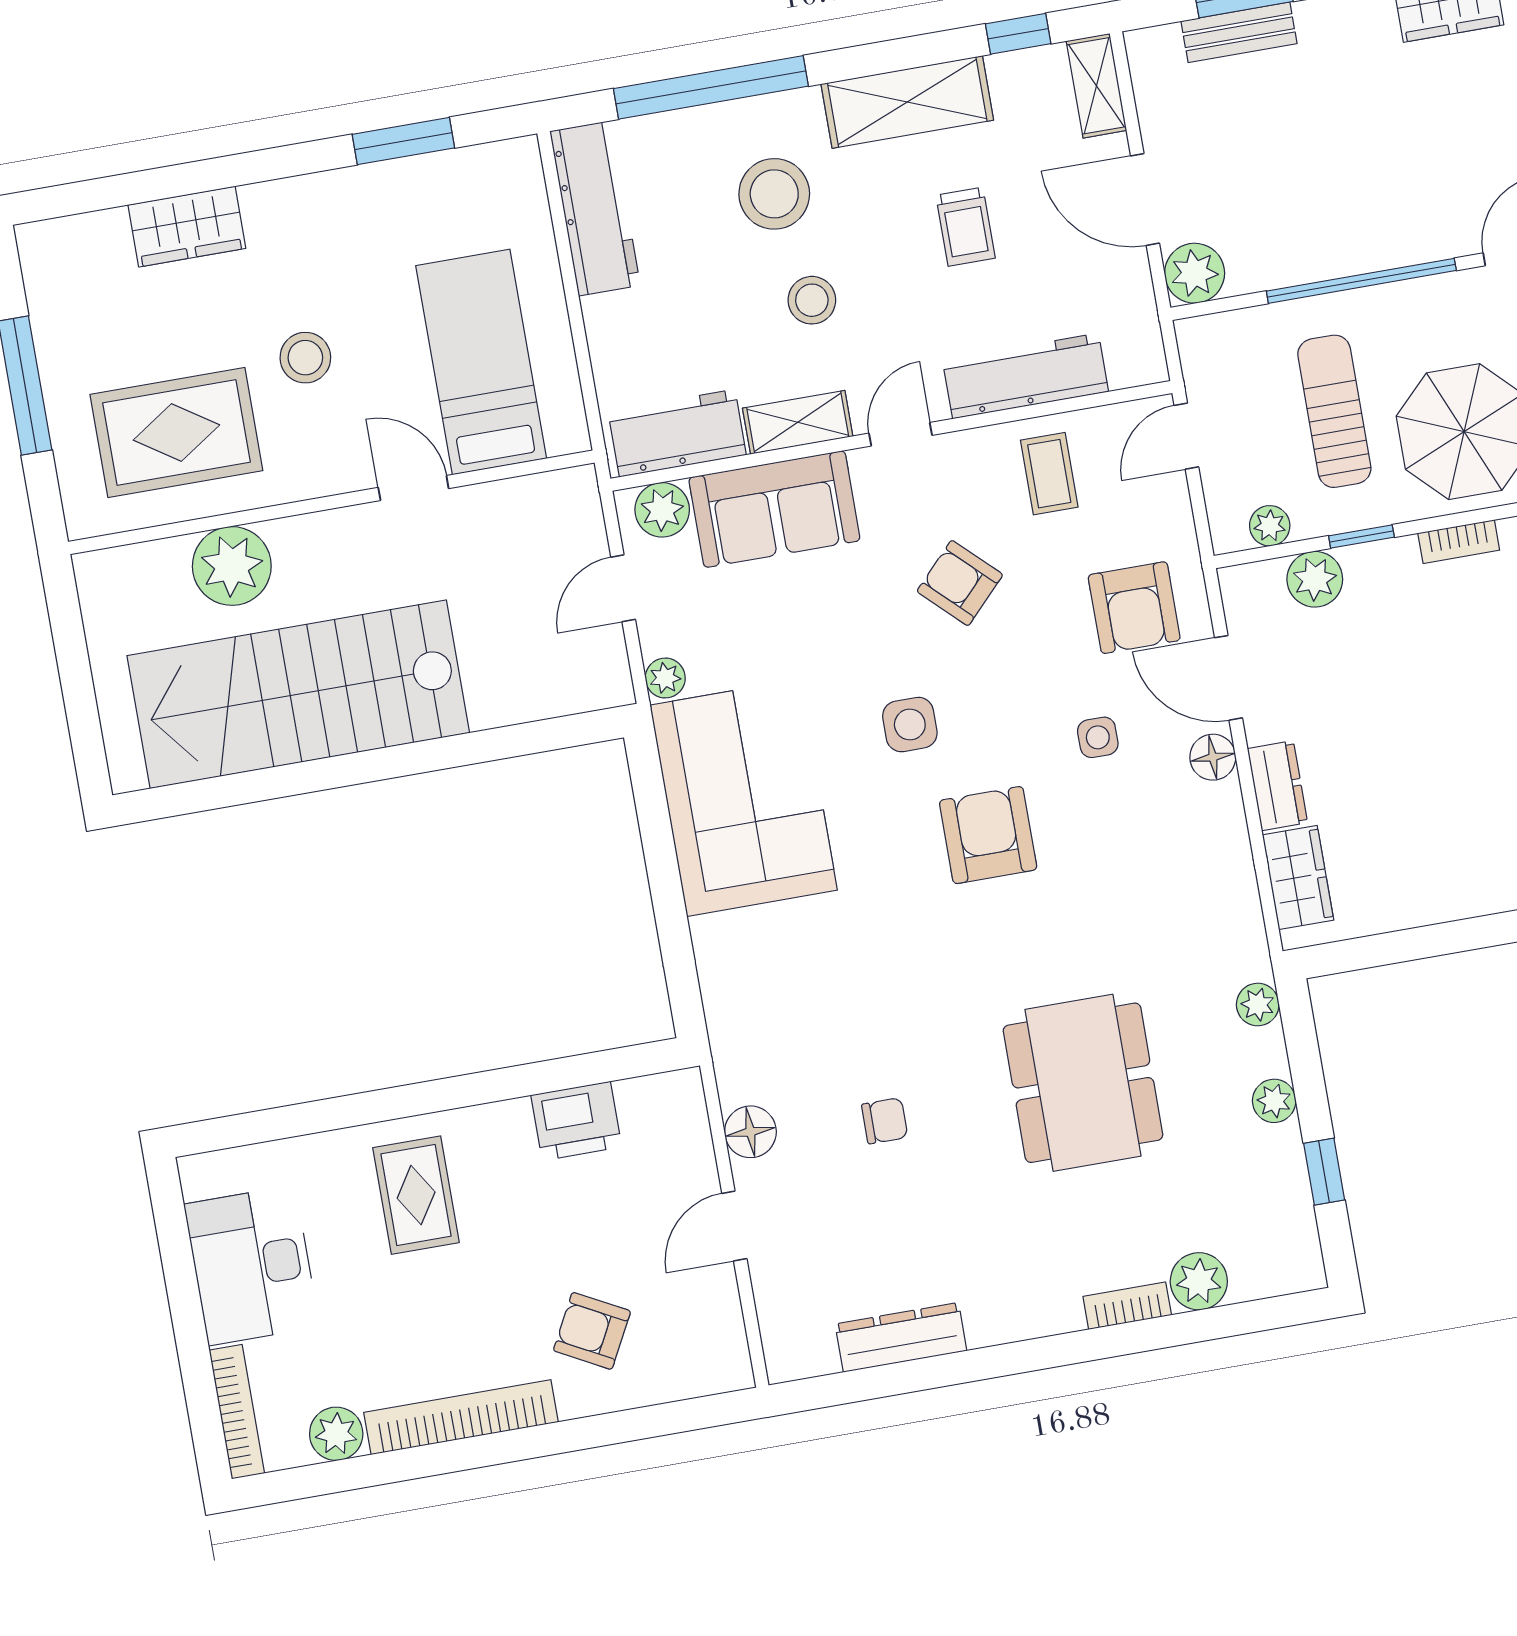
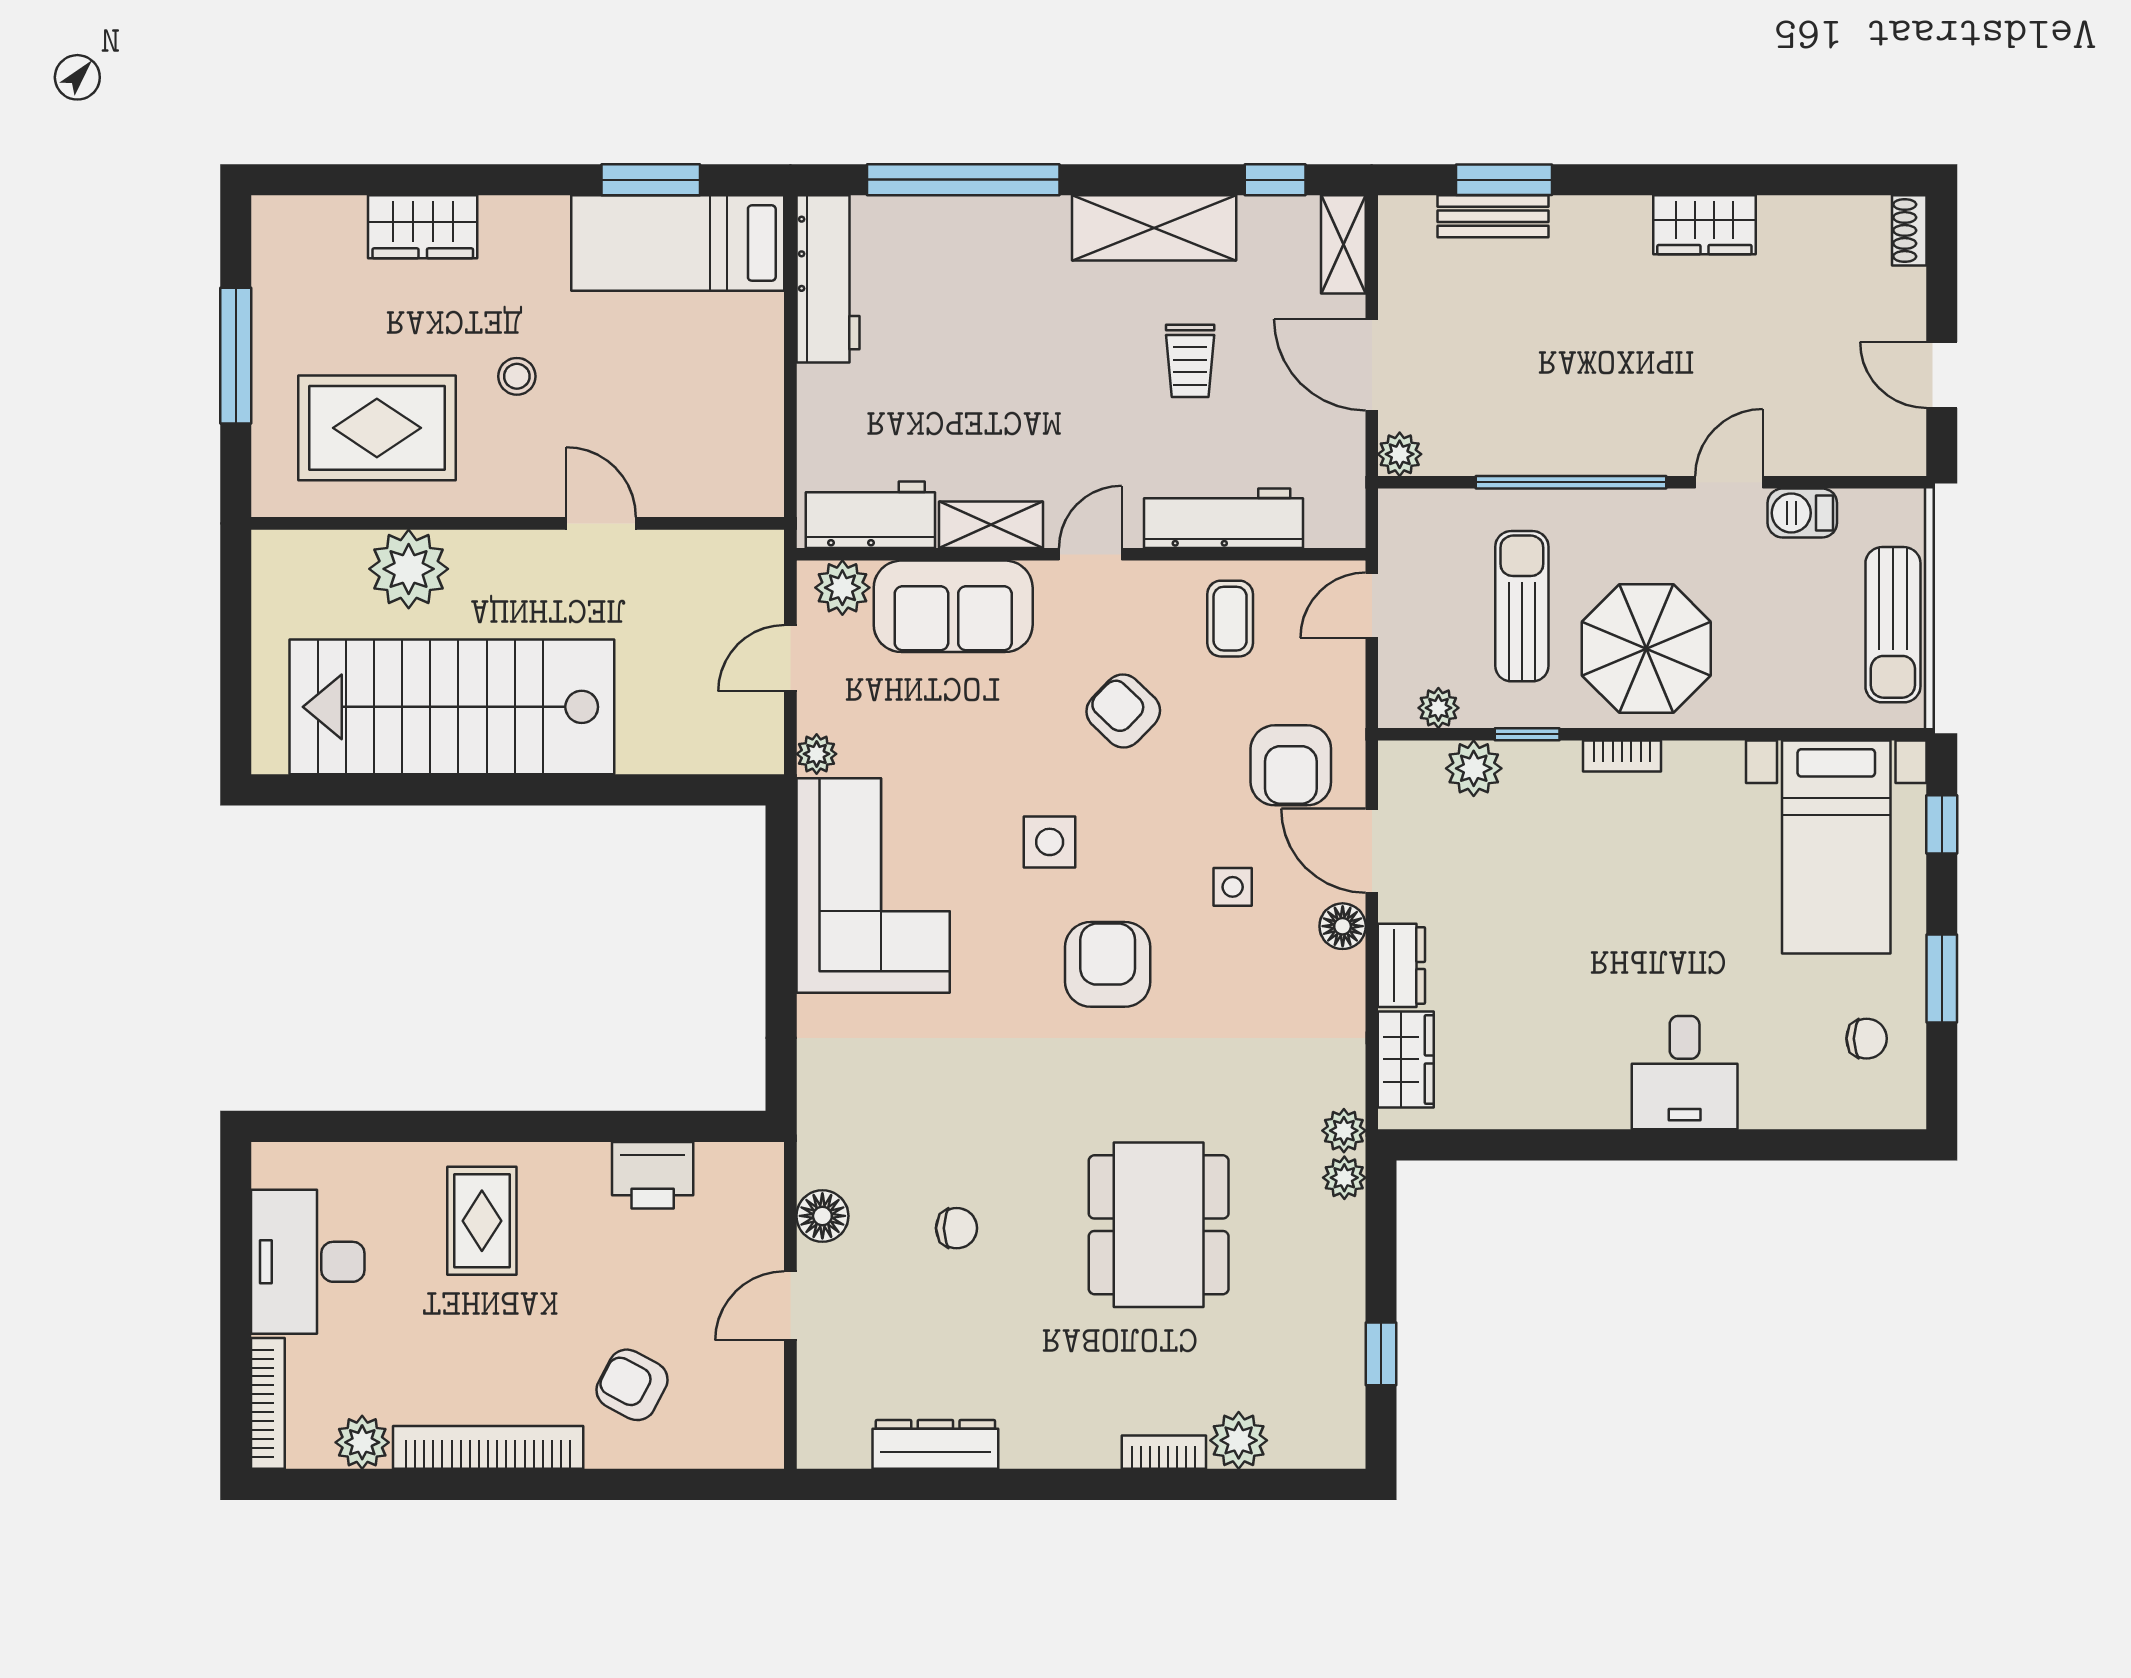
stool: (774, 194) -> (1007, 296), removed
plant: (1195, 273) -> (1400, 454), width x0.73, depth x0.73
stool: (812, 300) -> (1026, 407), removed
stool: (305, 358) -> (517, 376), width x0.73, depth x0.73
bed: (481, 362) -> (678, 243), moved, turned -90
plant: (1274, 1101) -> (1344, 1131), moved

